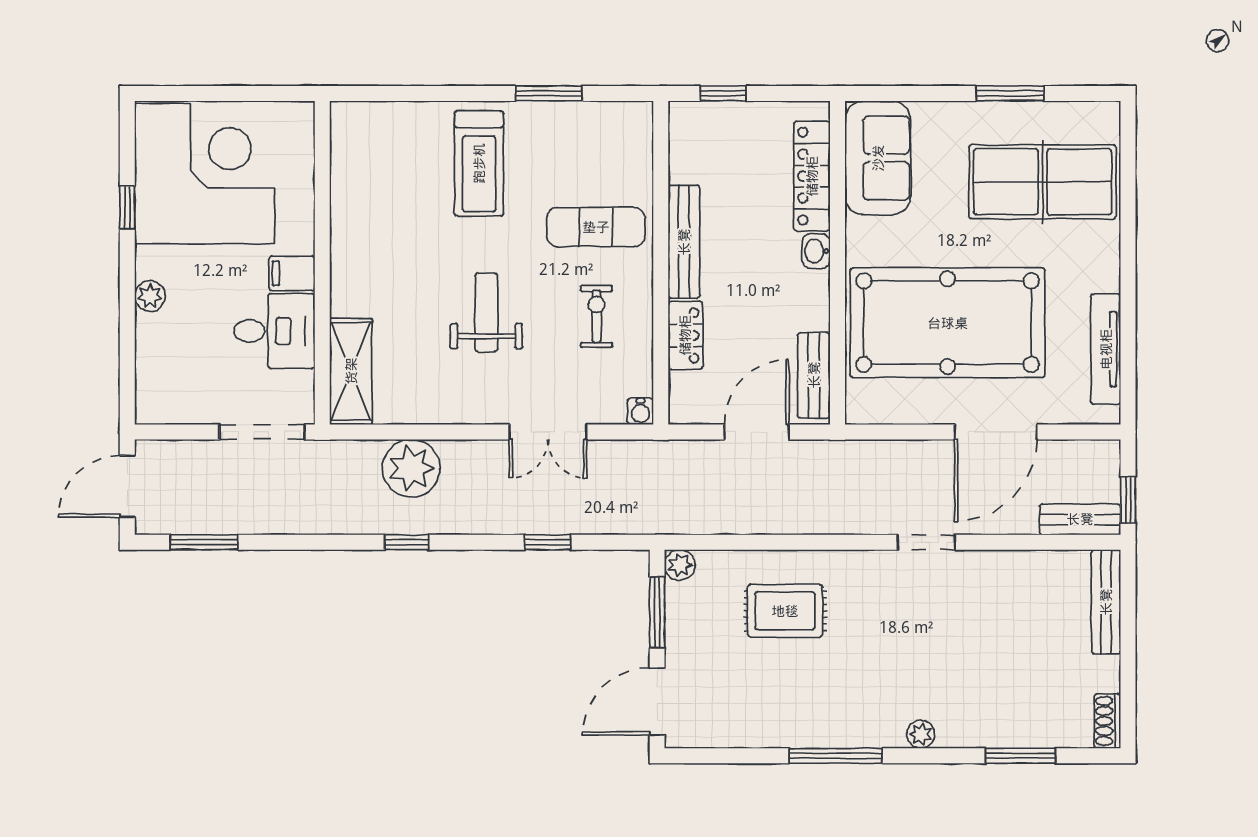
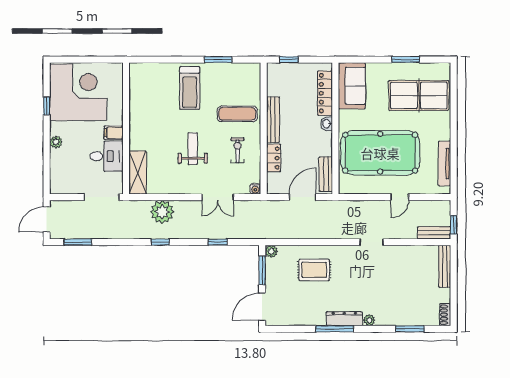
door: (996, 432) -> (400, 197), width x0.53
dresser: (859, 731) -> (344, 319), added

